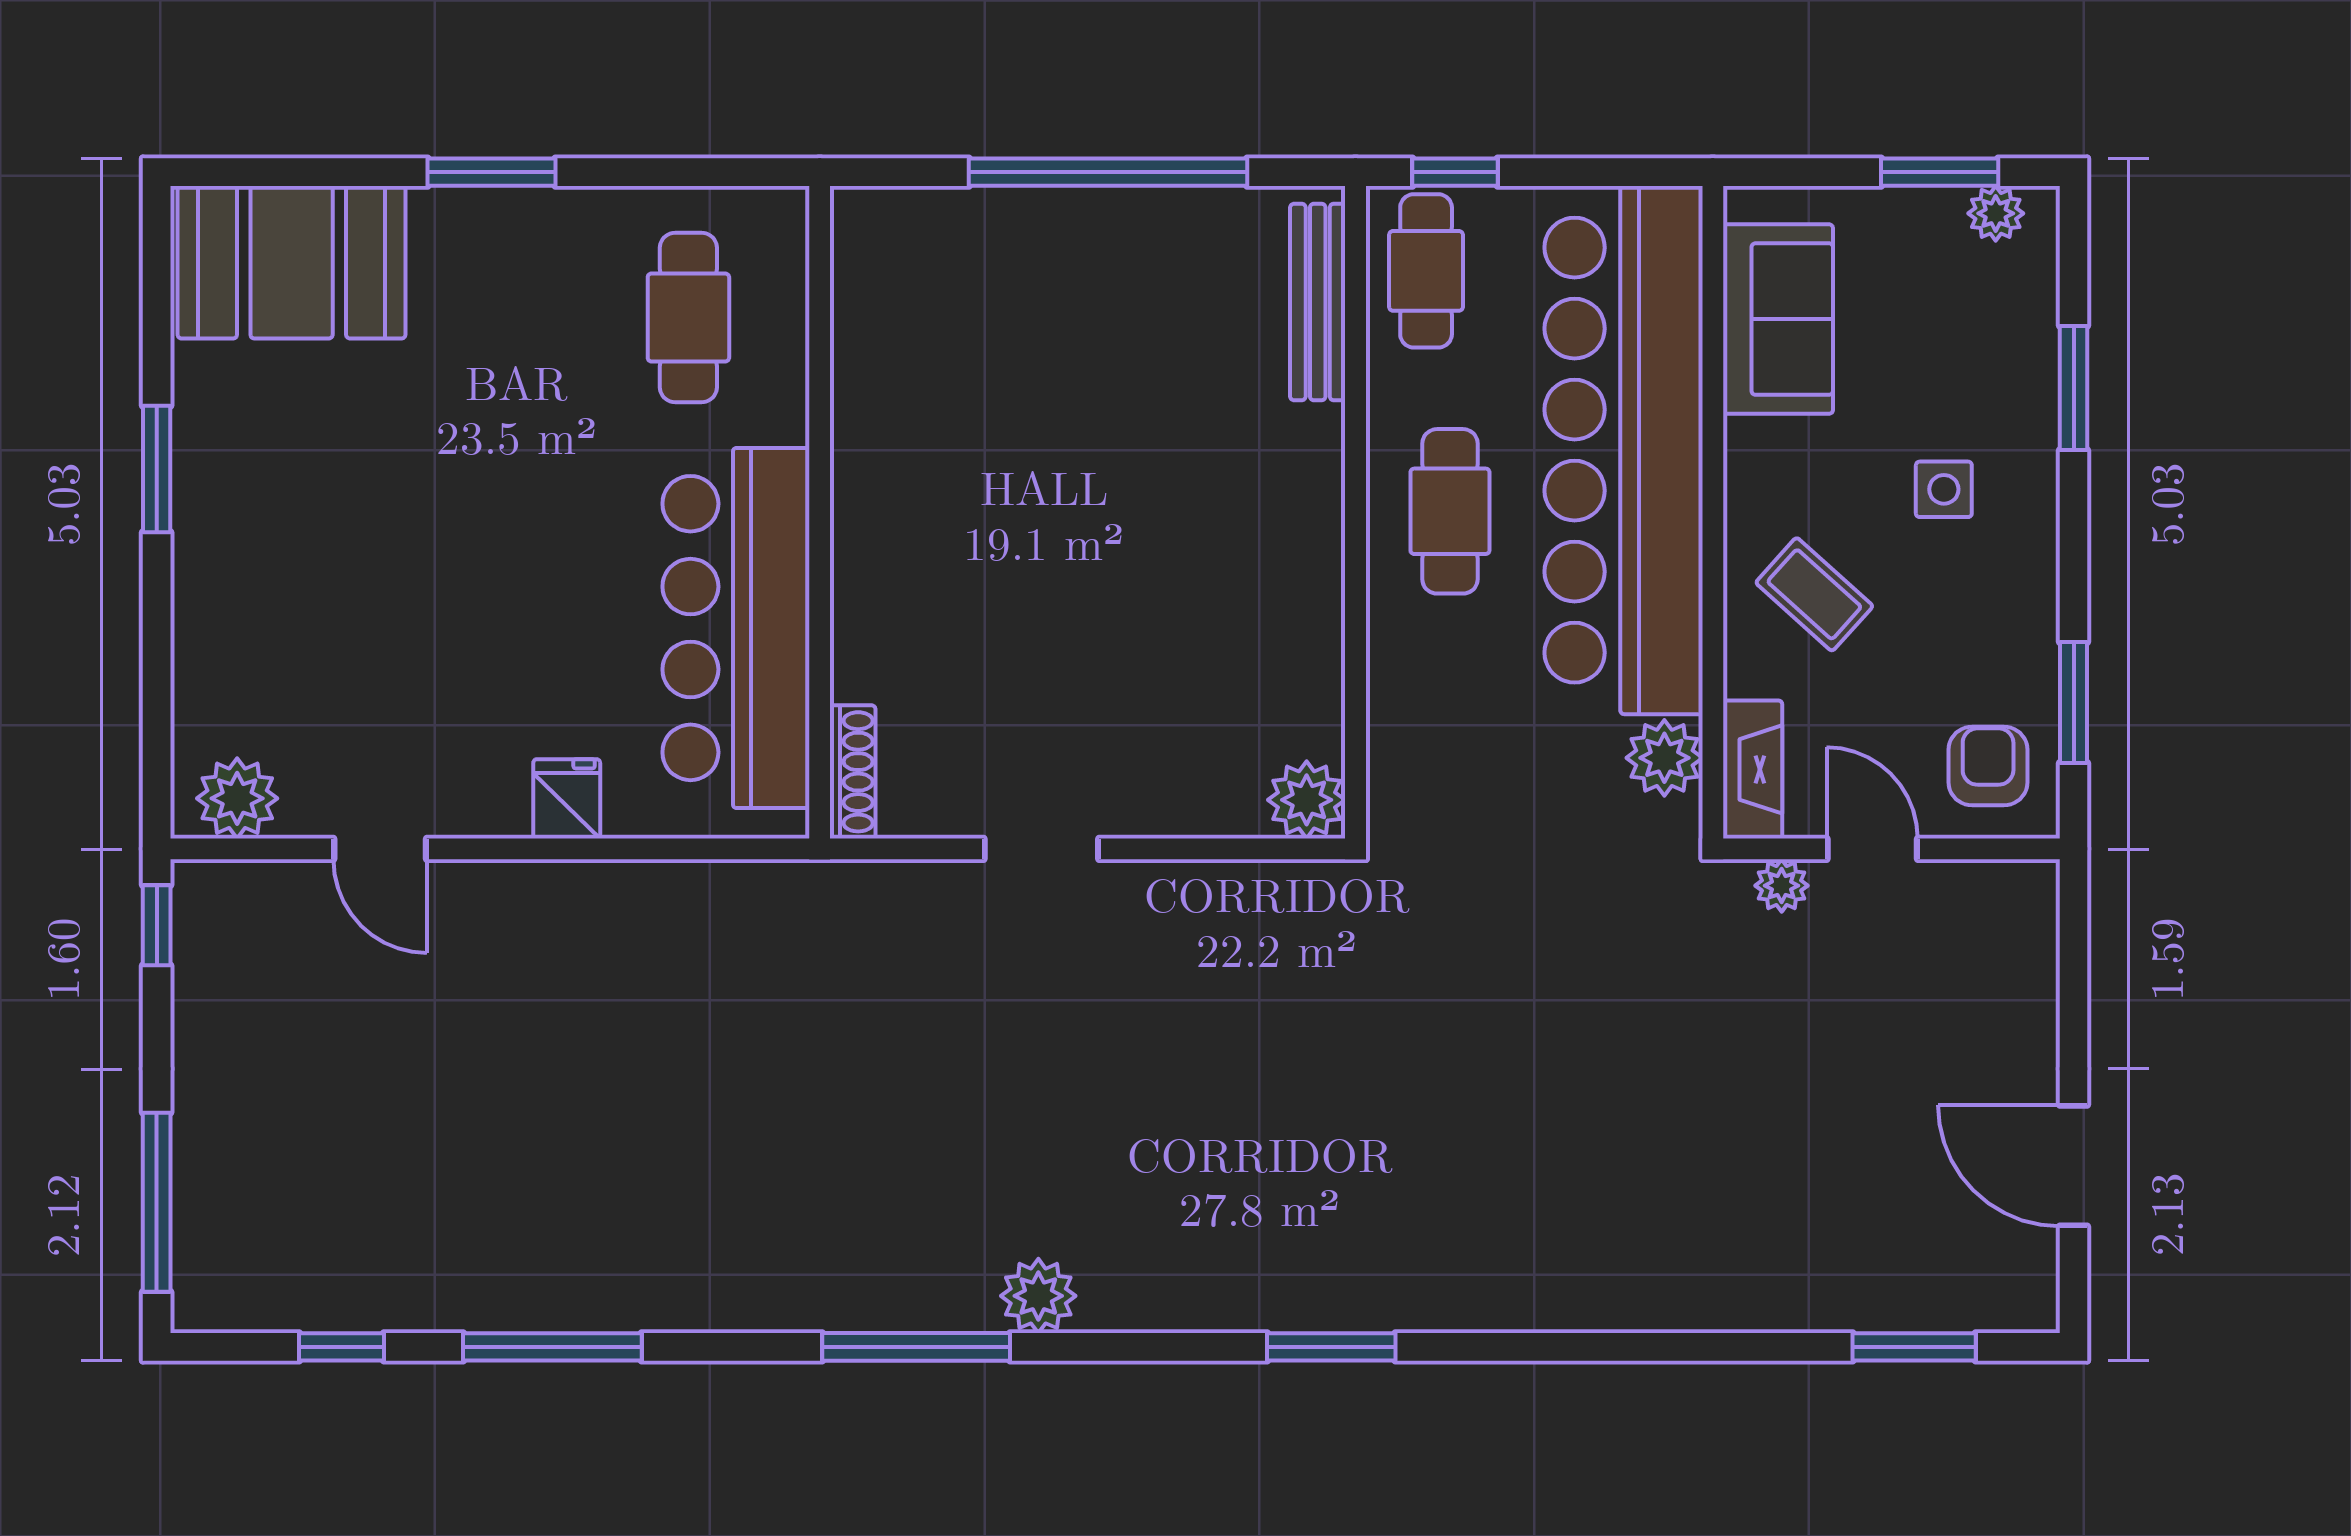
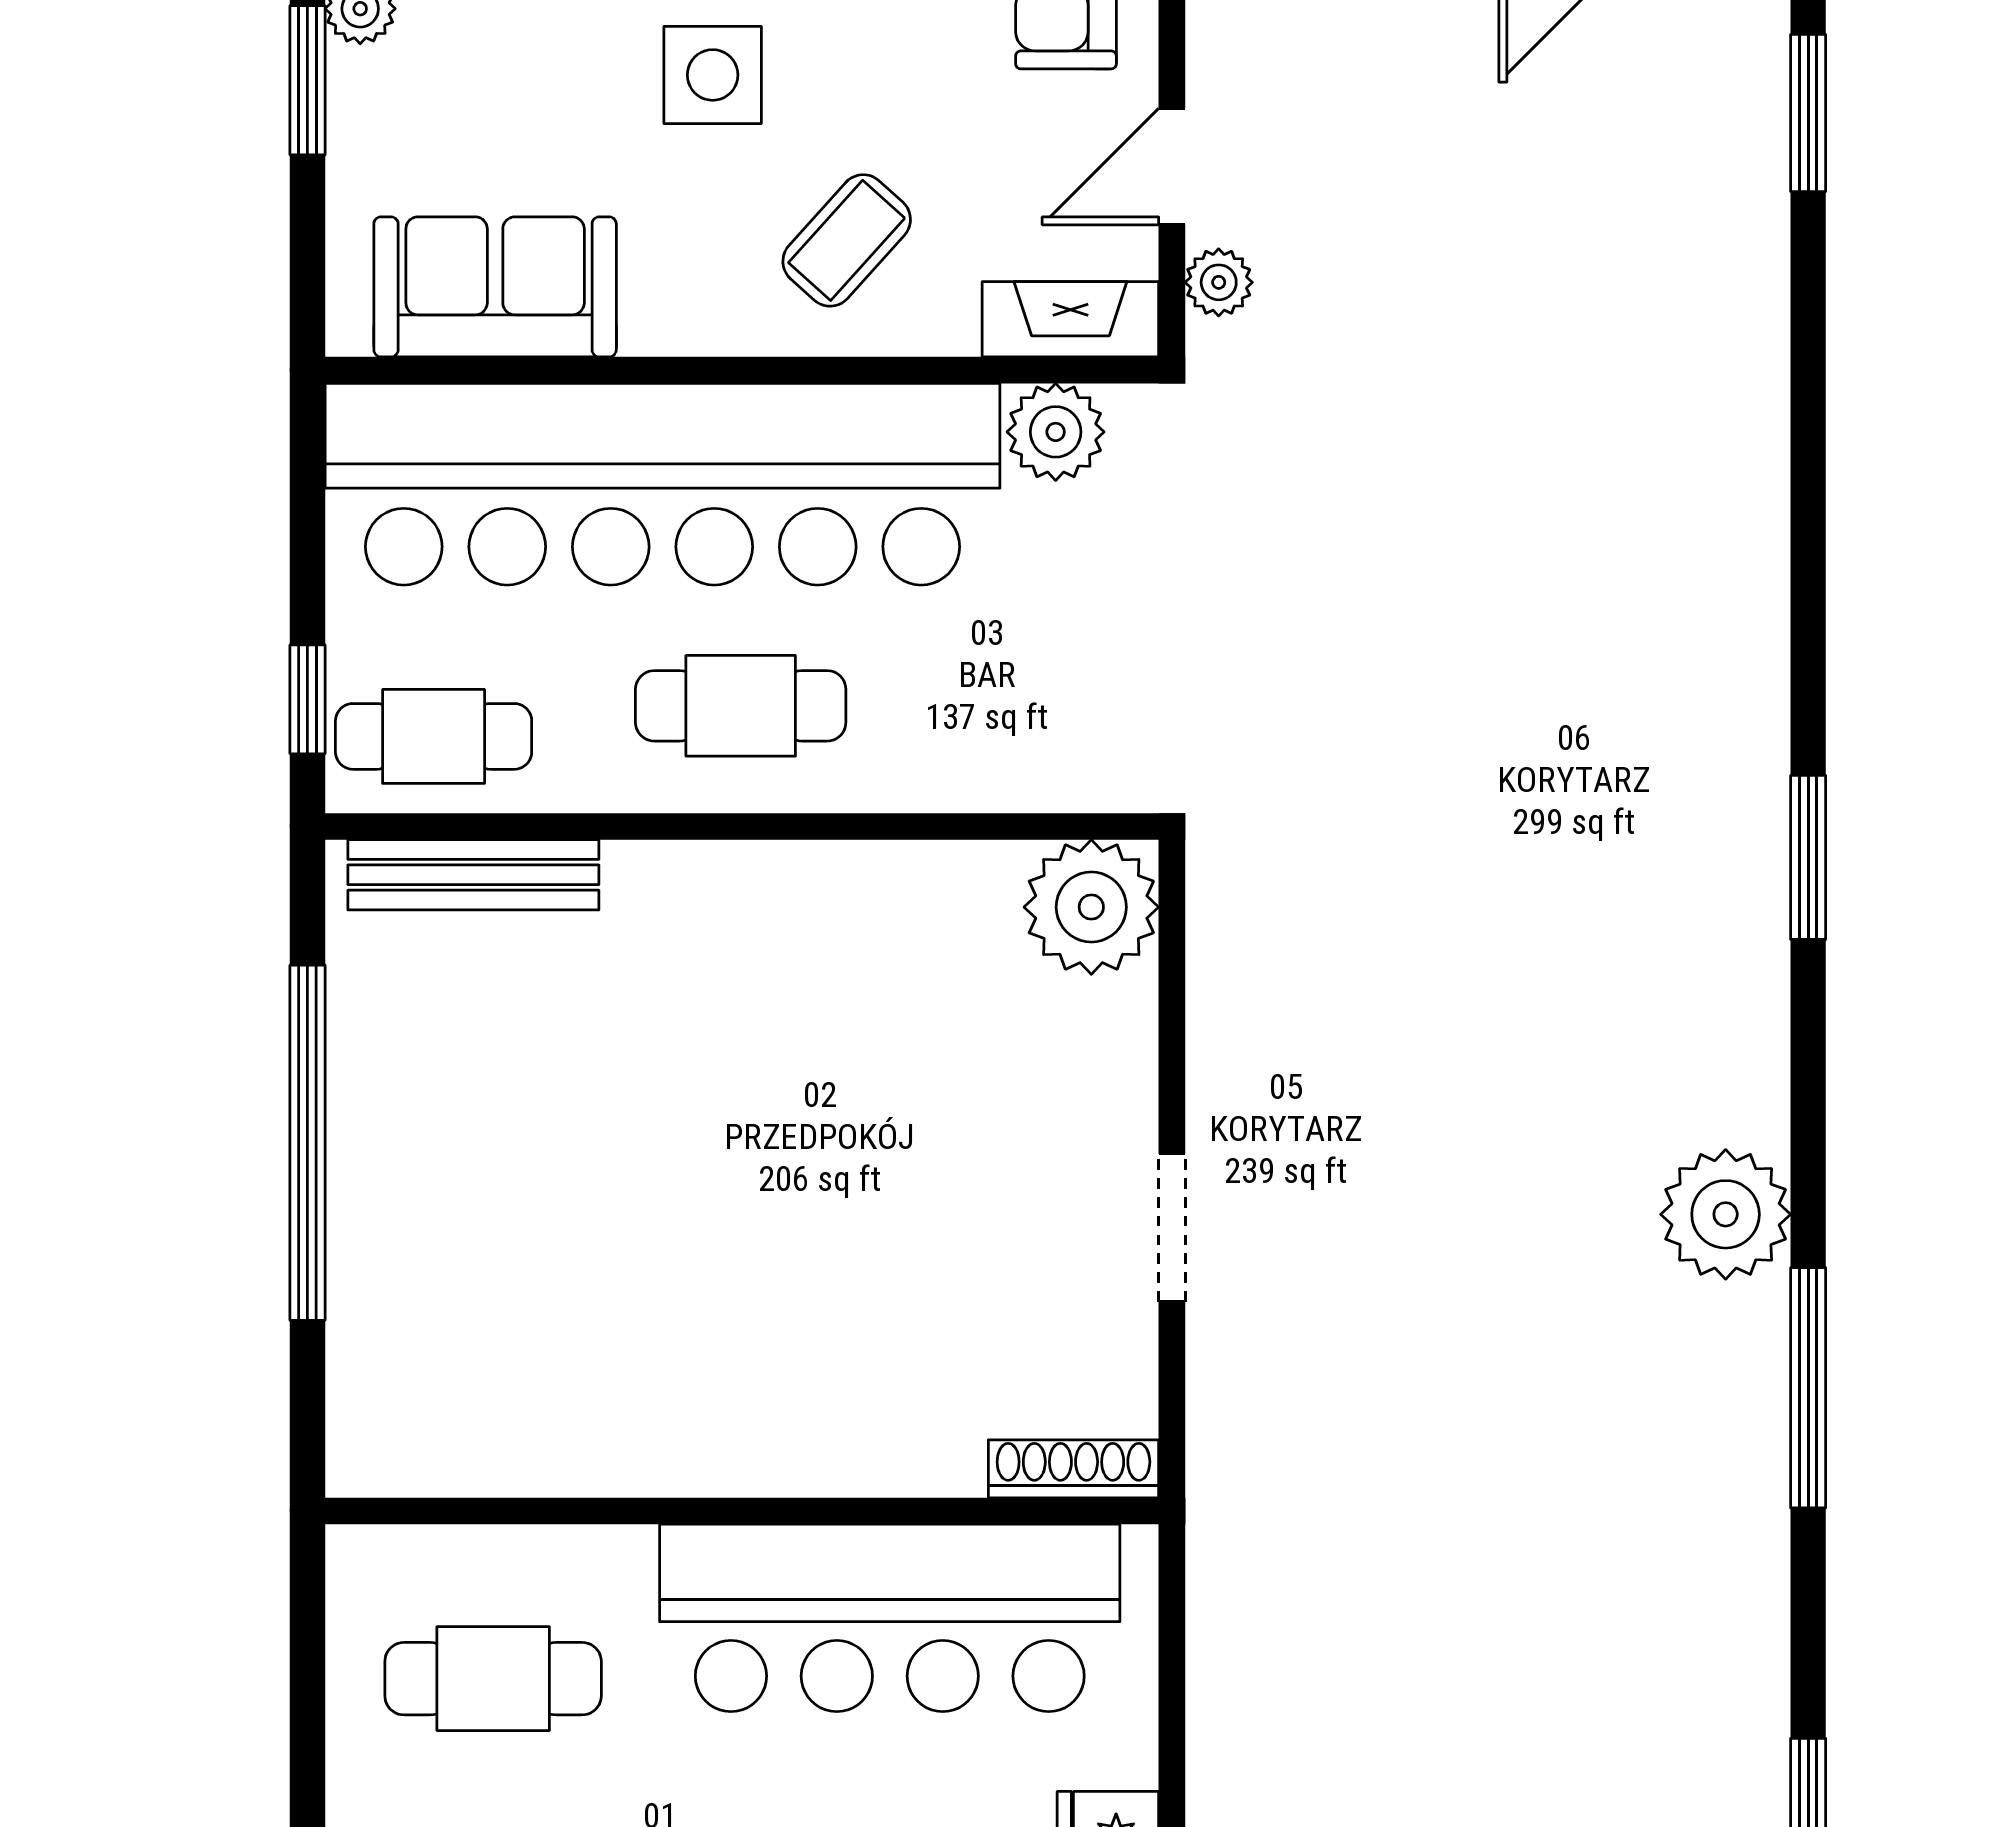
side table: (1944, 489) -> (713, 75), width x1.37, depth x1.37
plant: (1307, 800) -> (1091, 907), width x1.36, depth x1.36
plant: (1038, 1296) -> (1726, 1214), width x1.36, depth x1.36

